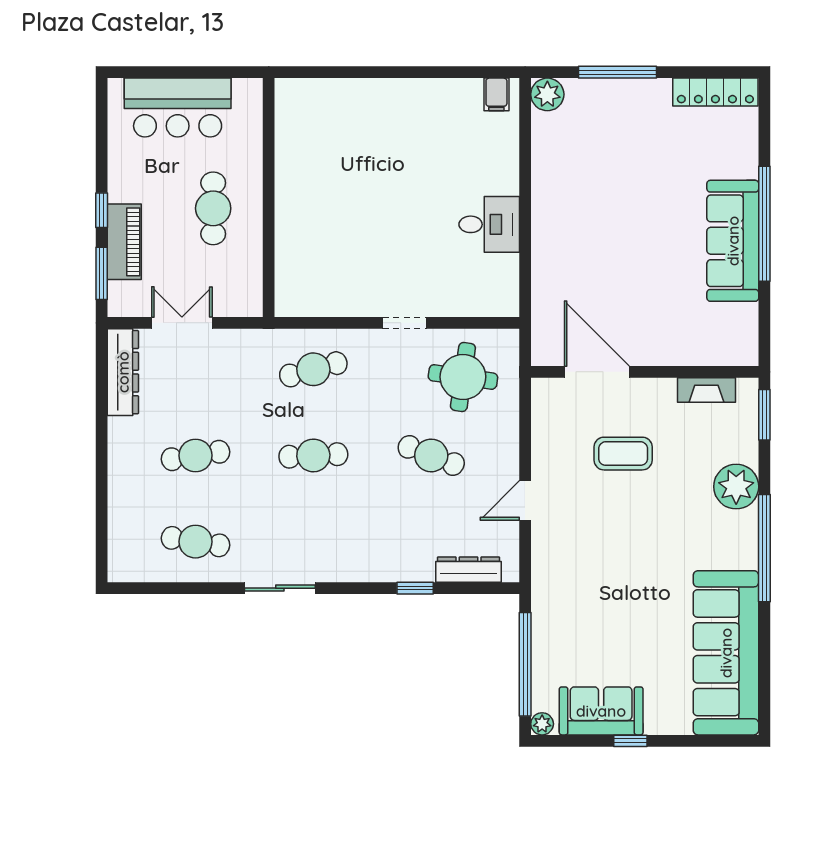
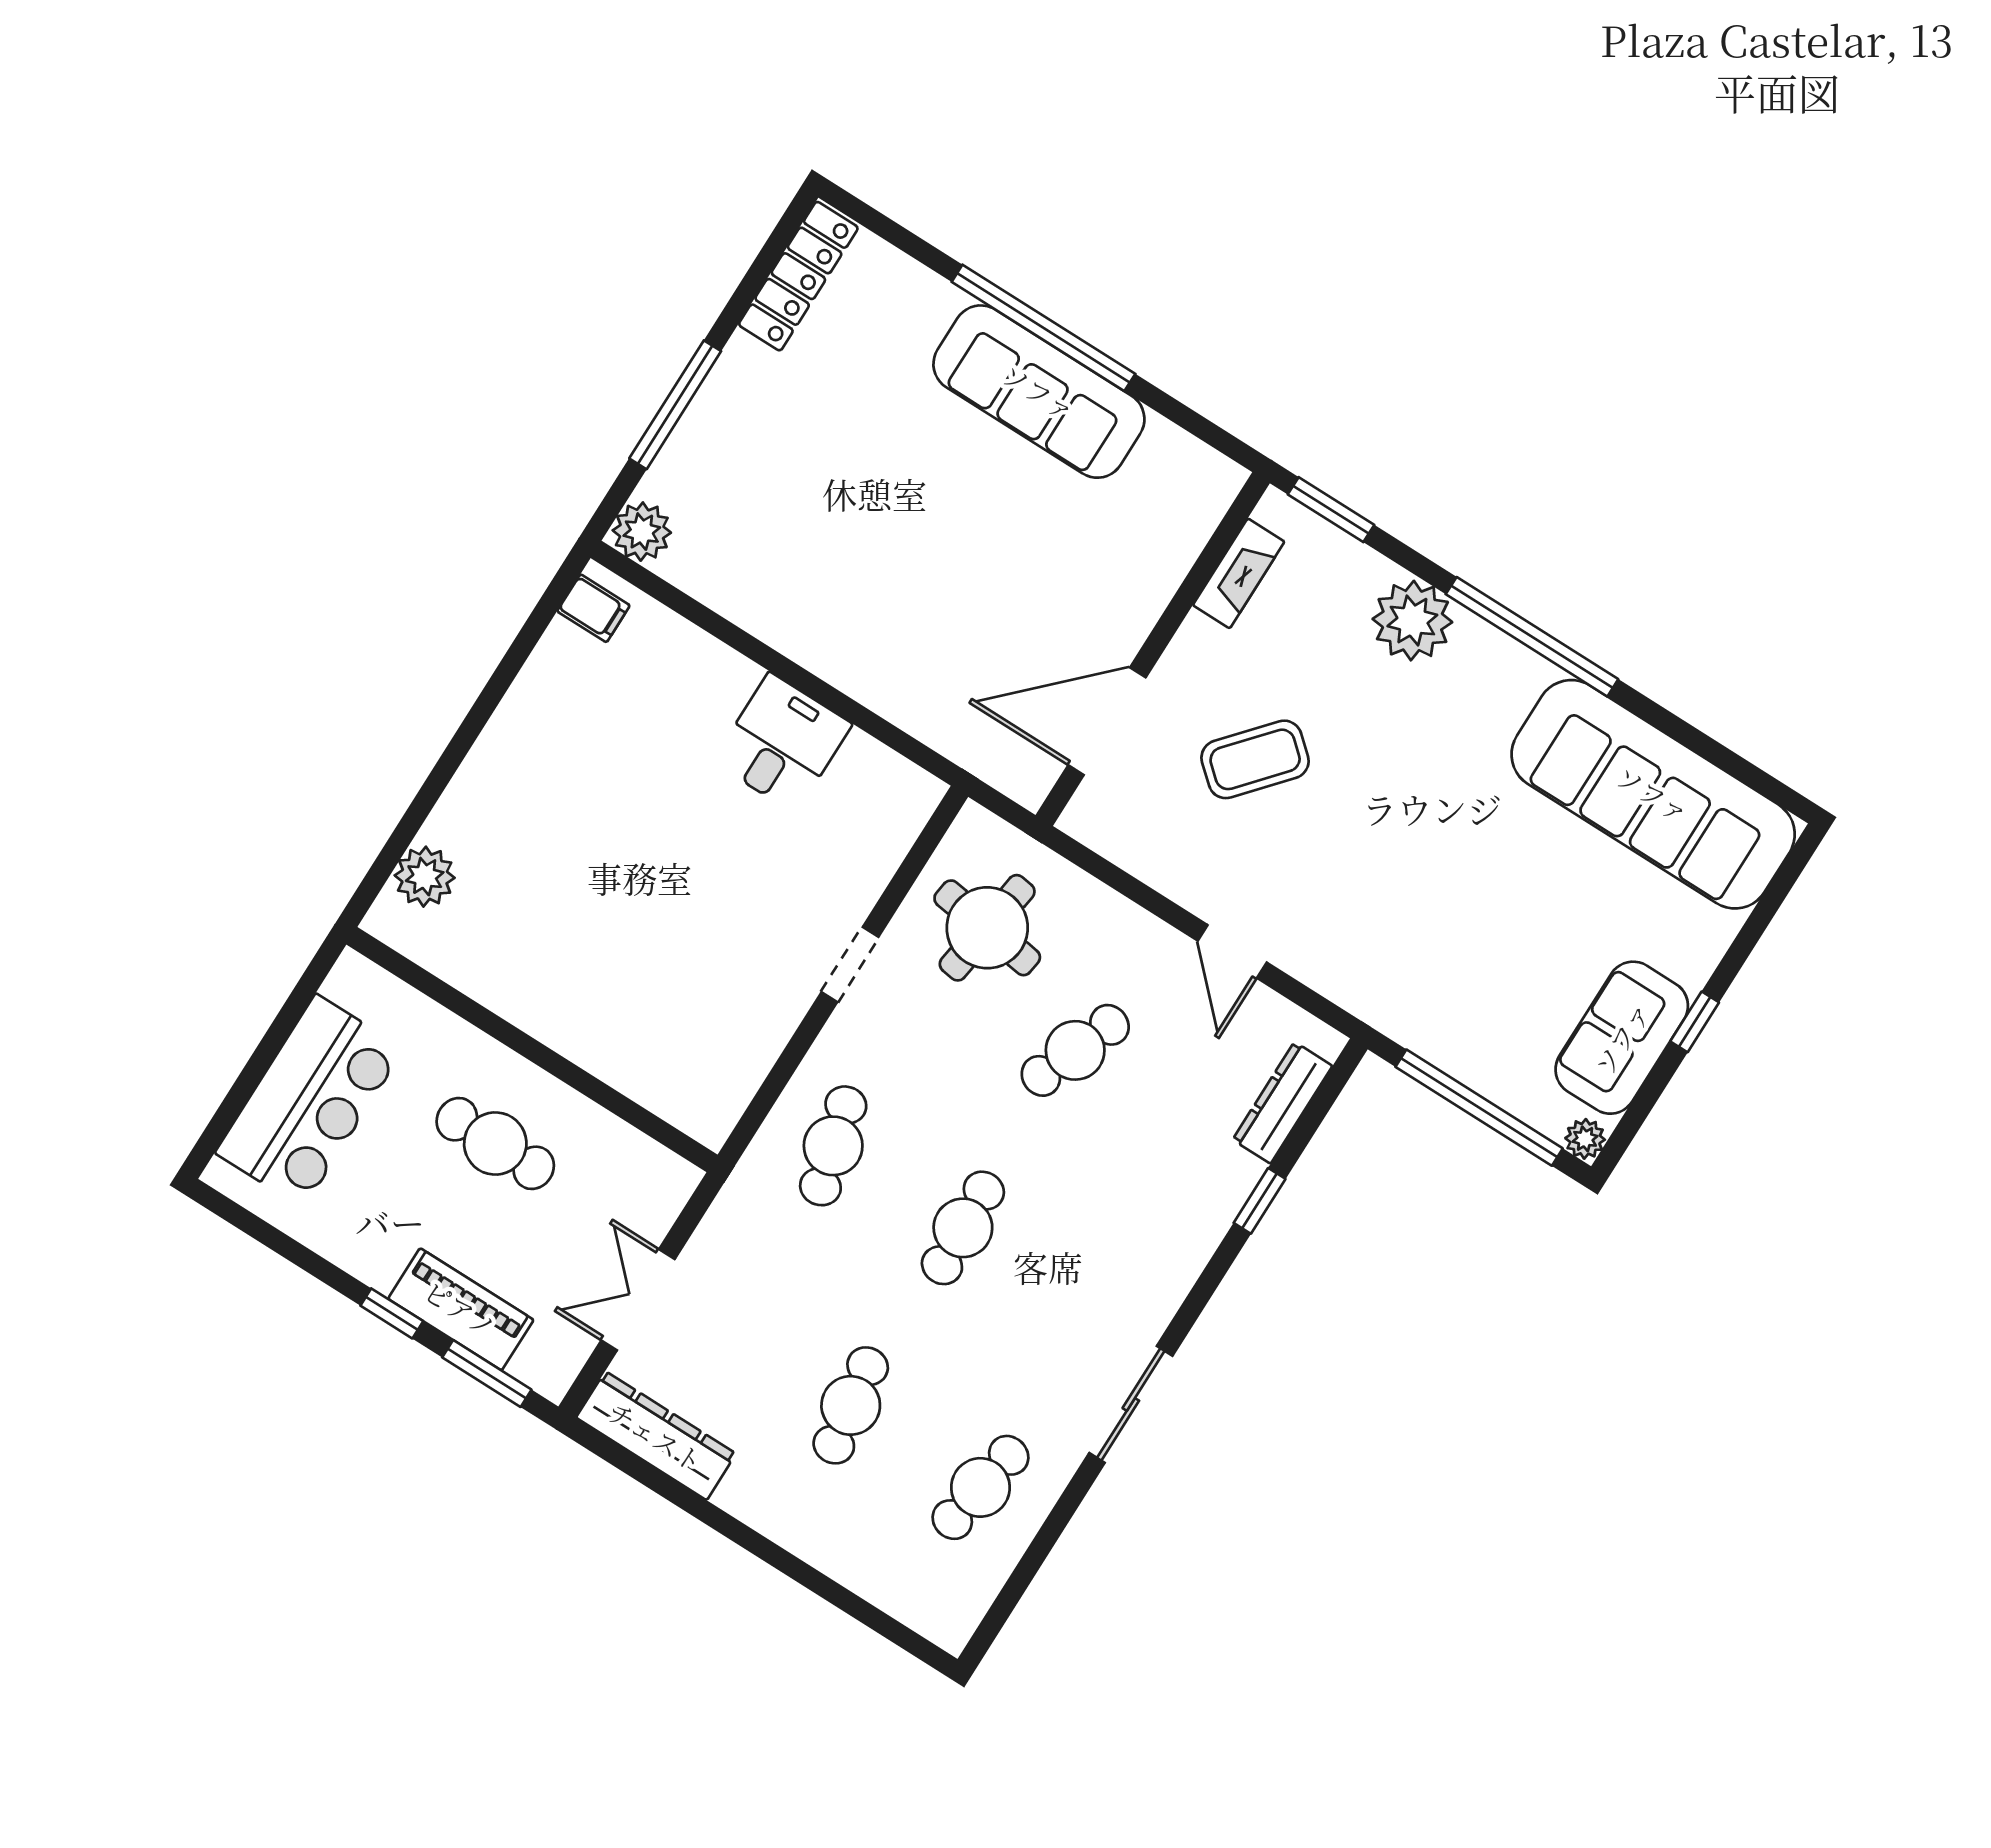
plant: (319, 95) -> (425, 877), added
coffee table: (623, 454) -> (1255, 759), turned 41

